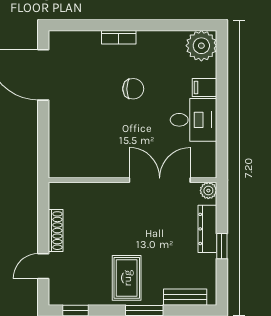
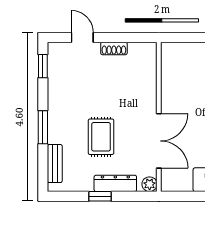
shoe rack: (56, 231) -> (114, 48), width x0.70
rug: (127, 278) -> (101, 137), moved, turned 90

